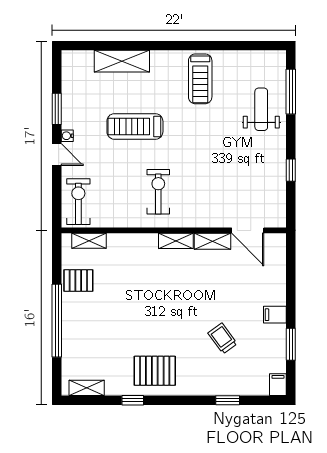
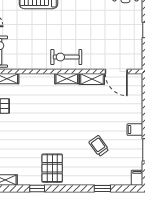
exercise bike: (158, 192) -> (66, 57), moved, turned -90
pallet: (155, 371) -> (52, 168), turned 90

